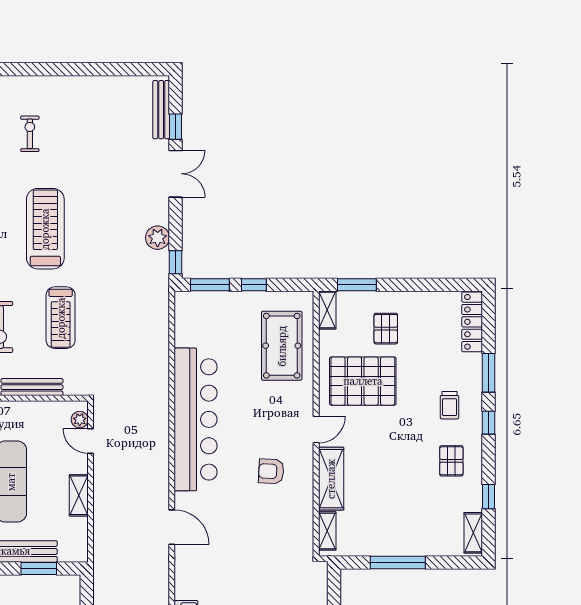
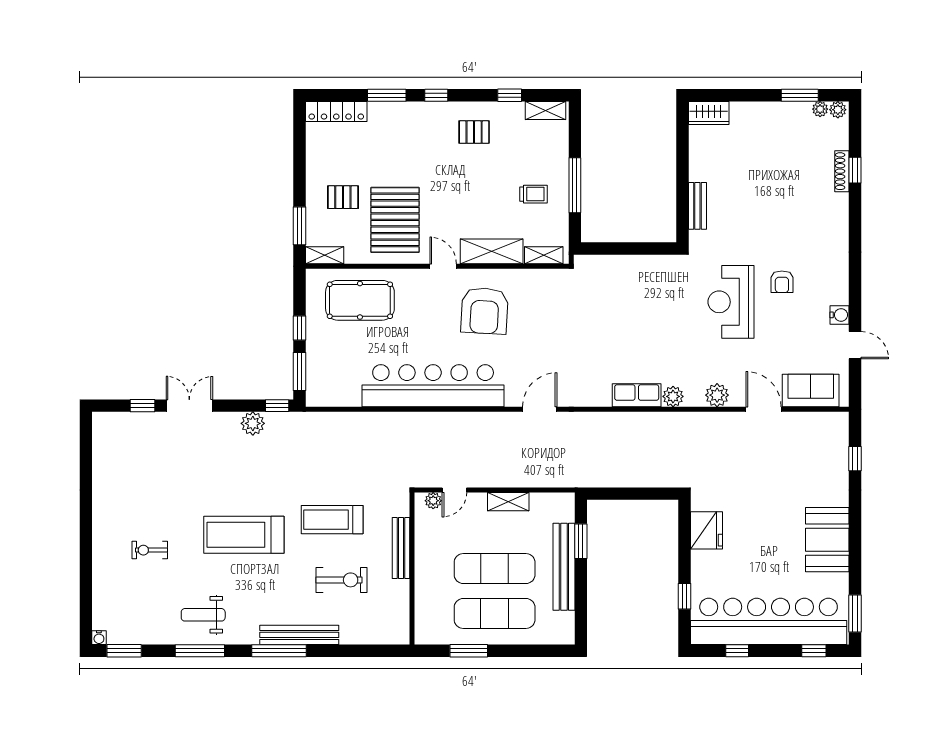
bench: (161, 110) -> (126, 420), removed
treadmill: (61, 318) -> (332, 520), turned 180
trolley: (450, 405) -> (534, 194), moved
armchair: (271, 471) -> (485, 311), width x1.88, depth x1.88

